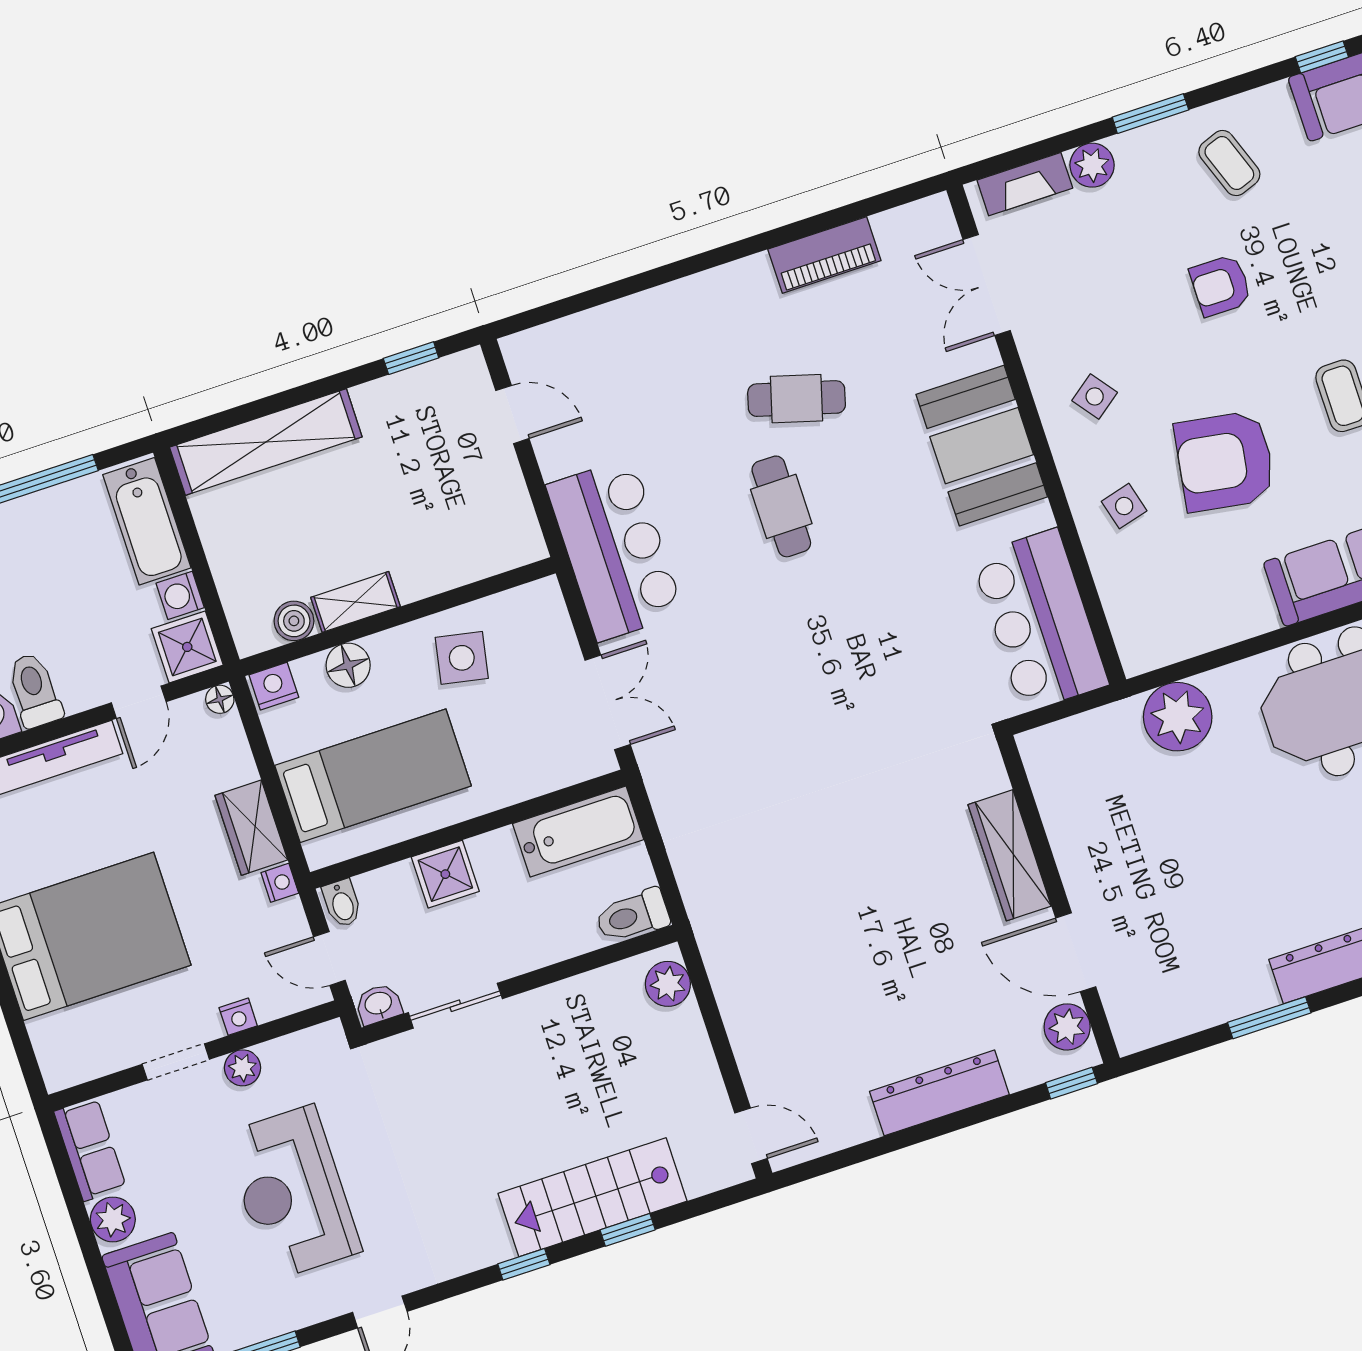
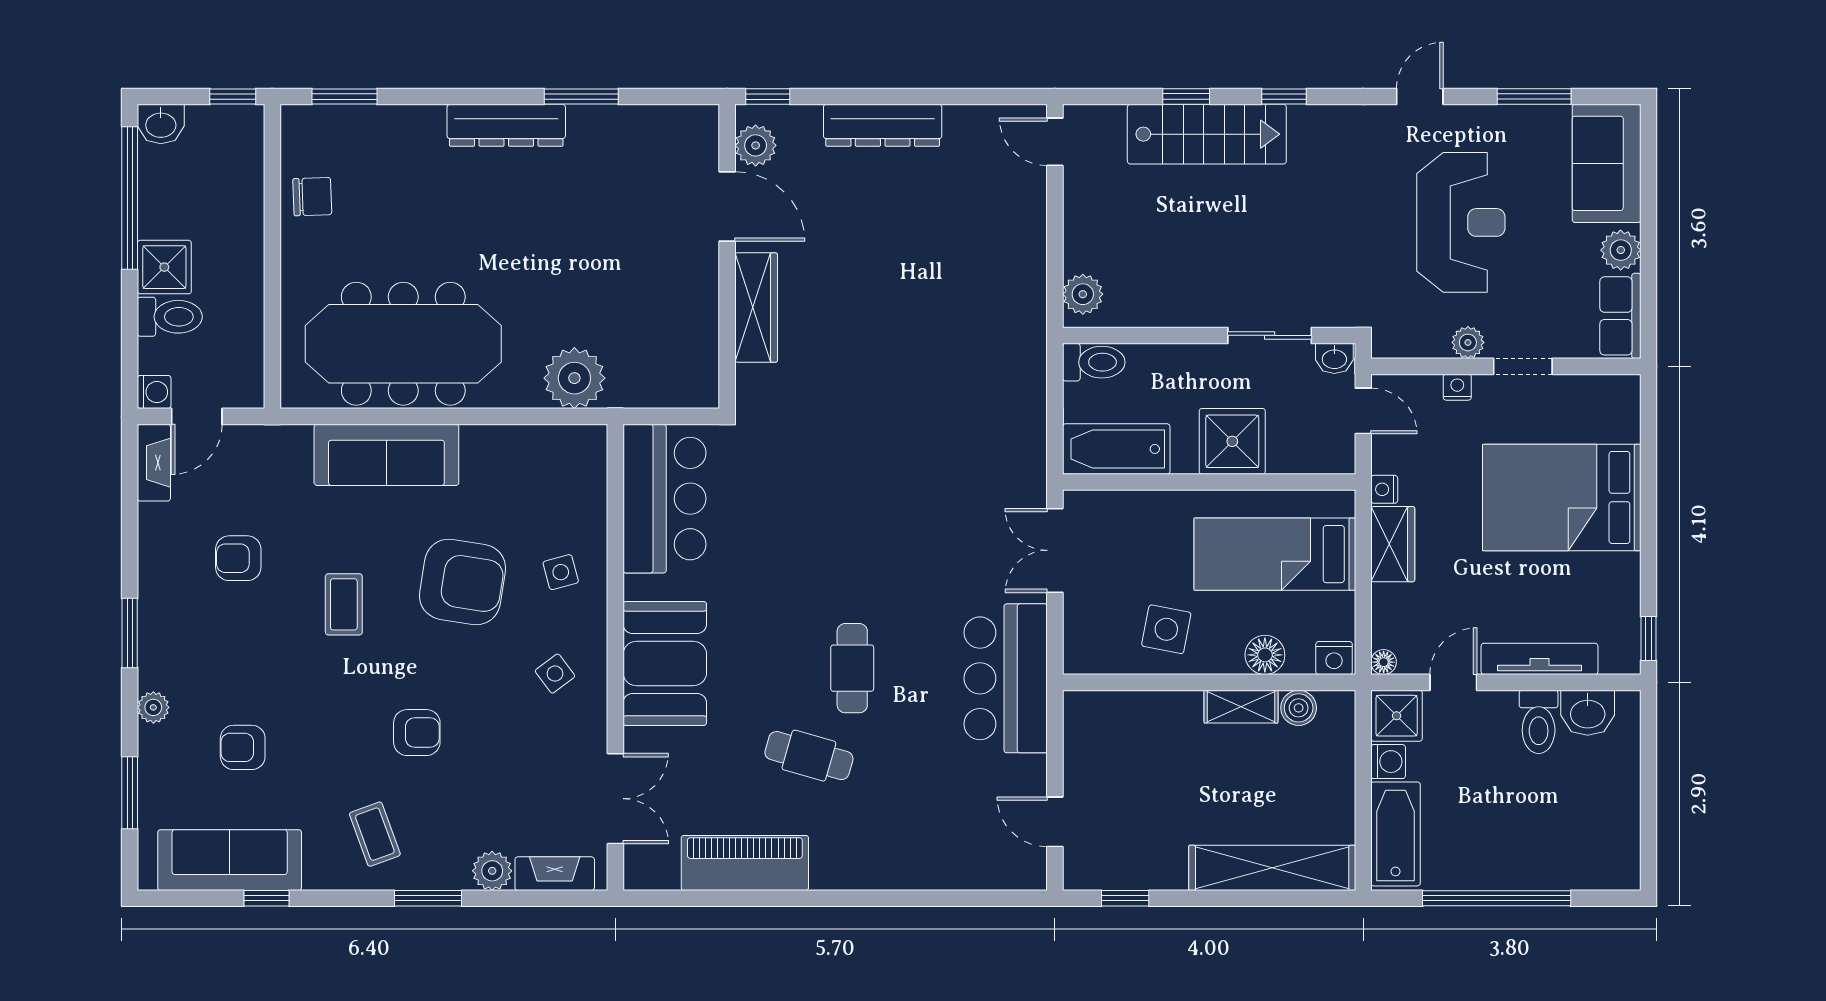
piano: (824, 255) -> (745, 863), width x1.37, depth x1.33
shower: (445, 874) -> (1232, 441), width x1.36, depth x1.36
bidet: (342, 903) -> (1337, 454), removed

